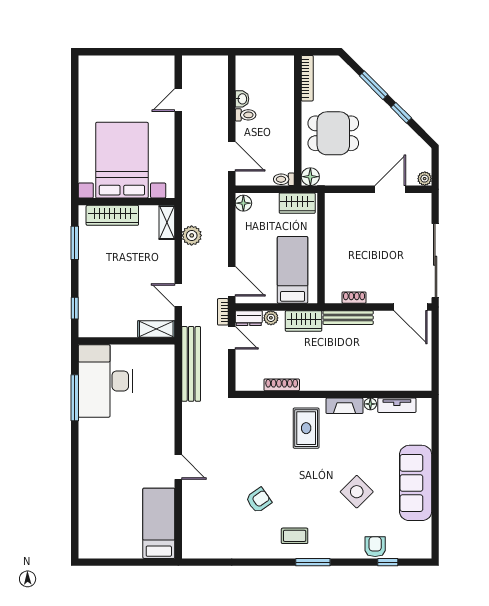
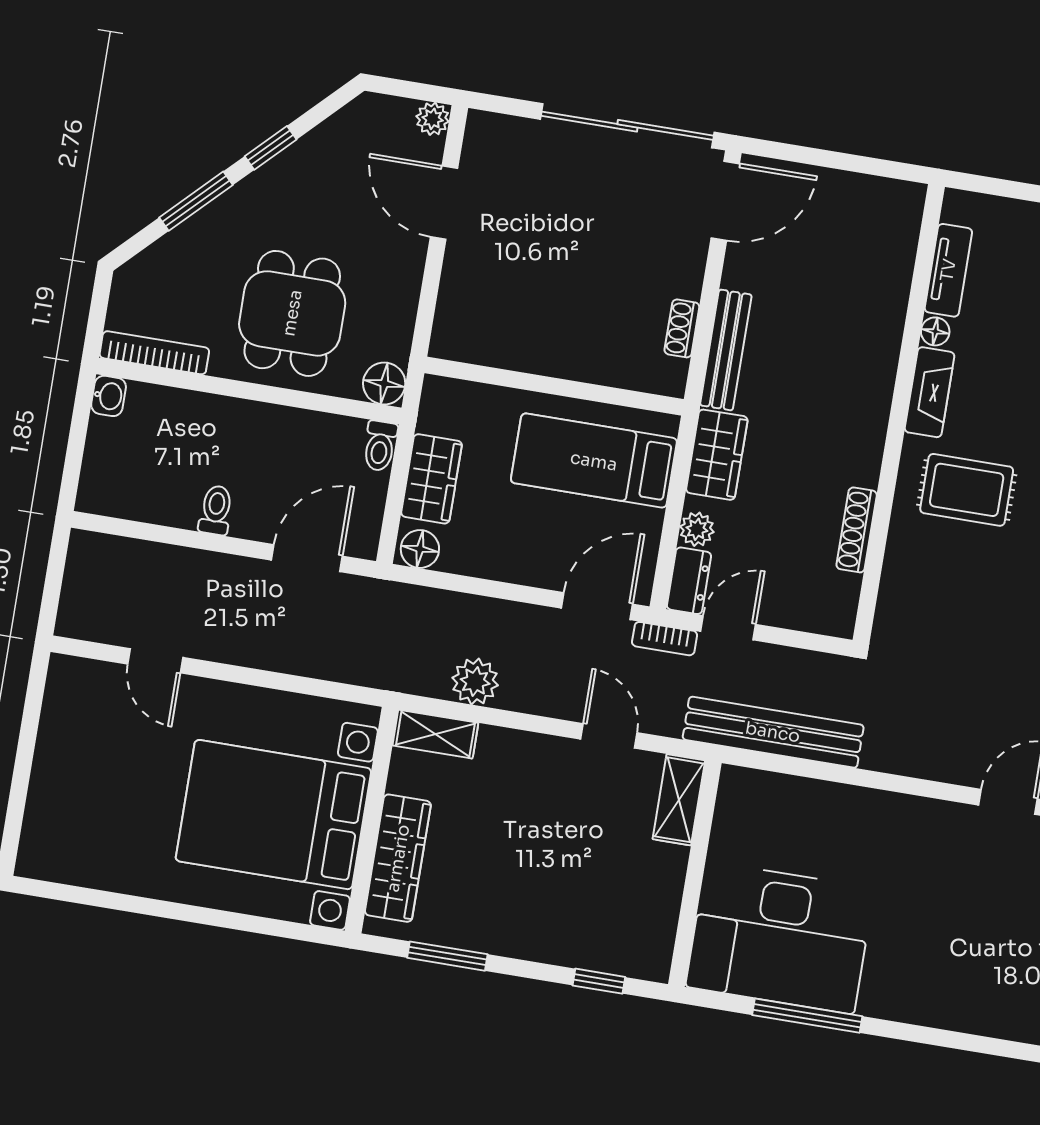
washbasin: (242, 99) -> (109, 396), moved, turned 90
wardrobe: (297, 203) -> (431, 479), moved
door: (178, 295) -> (609, 736), swing flipped

